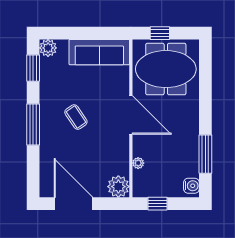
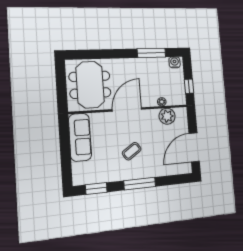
window: (160, 33) -> (62, 91), removed
plant: (48, 48) -> (79, 178), removed
plant: (118, 187) -> (167, 116), moved

